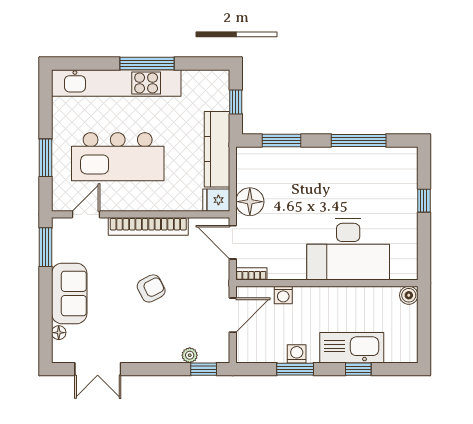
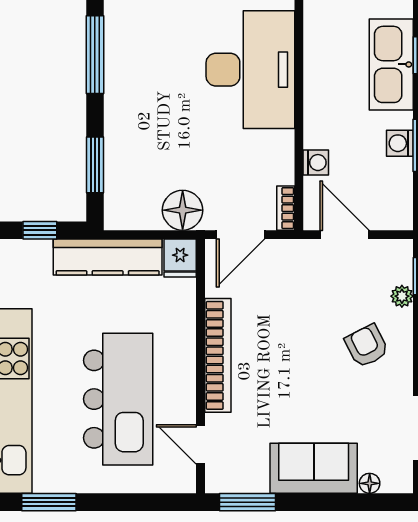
window: (46, 158) -> (49, 502), moved
armchair: (151, 288) -> (367, 346), moved

